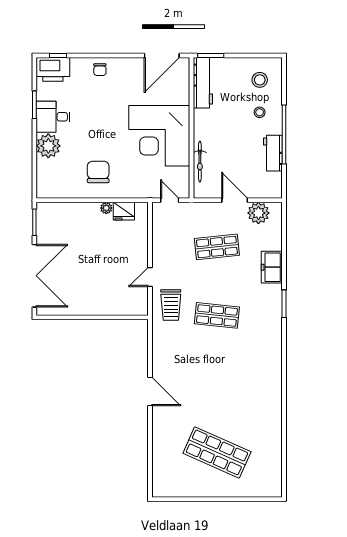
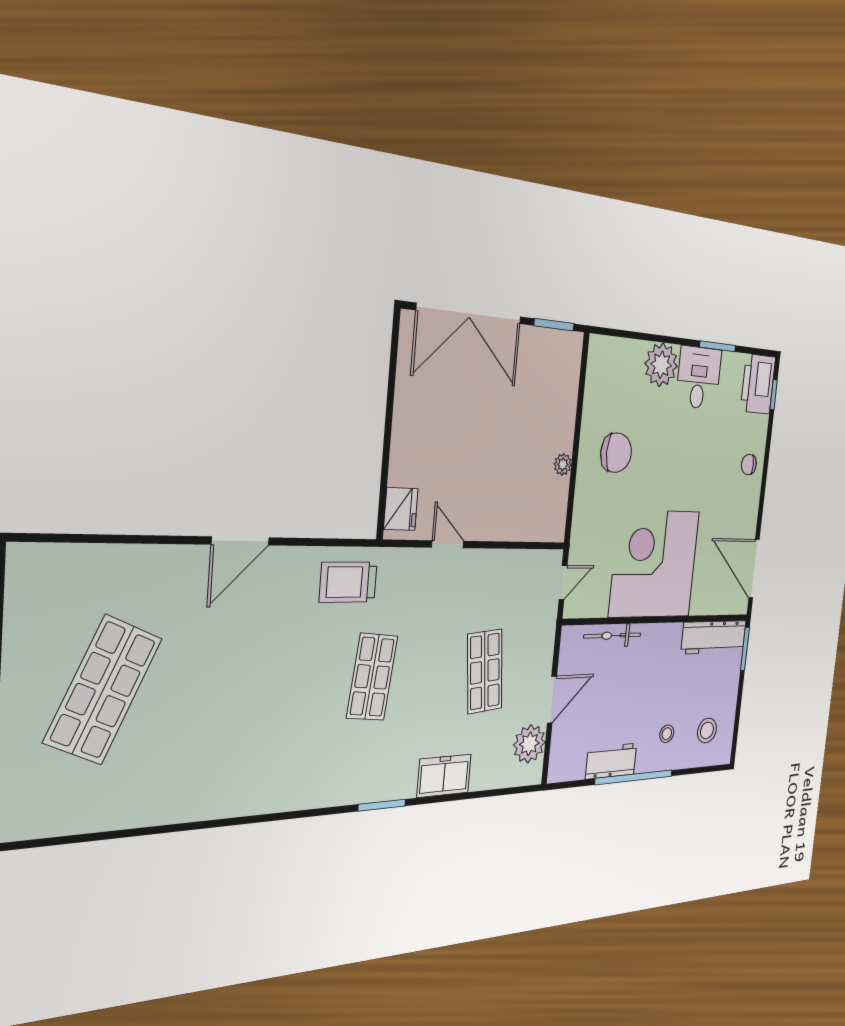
fridge: (124, 211) -> (401, 509), moved, turned 180
trolley: (171, 305) -> (348, 582), moved

